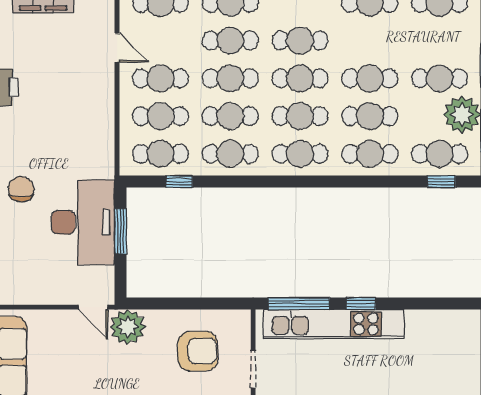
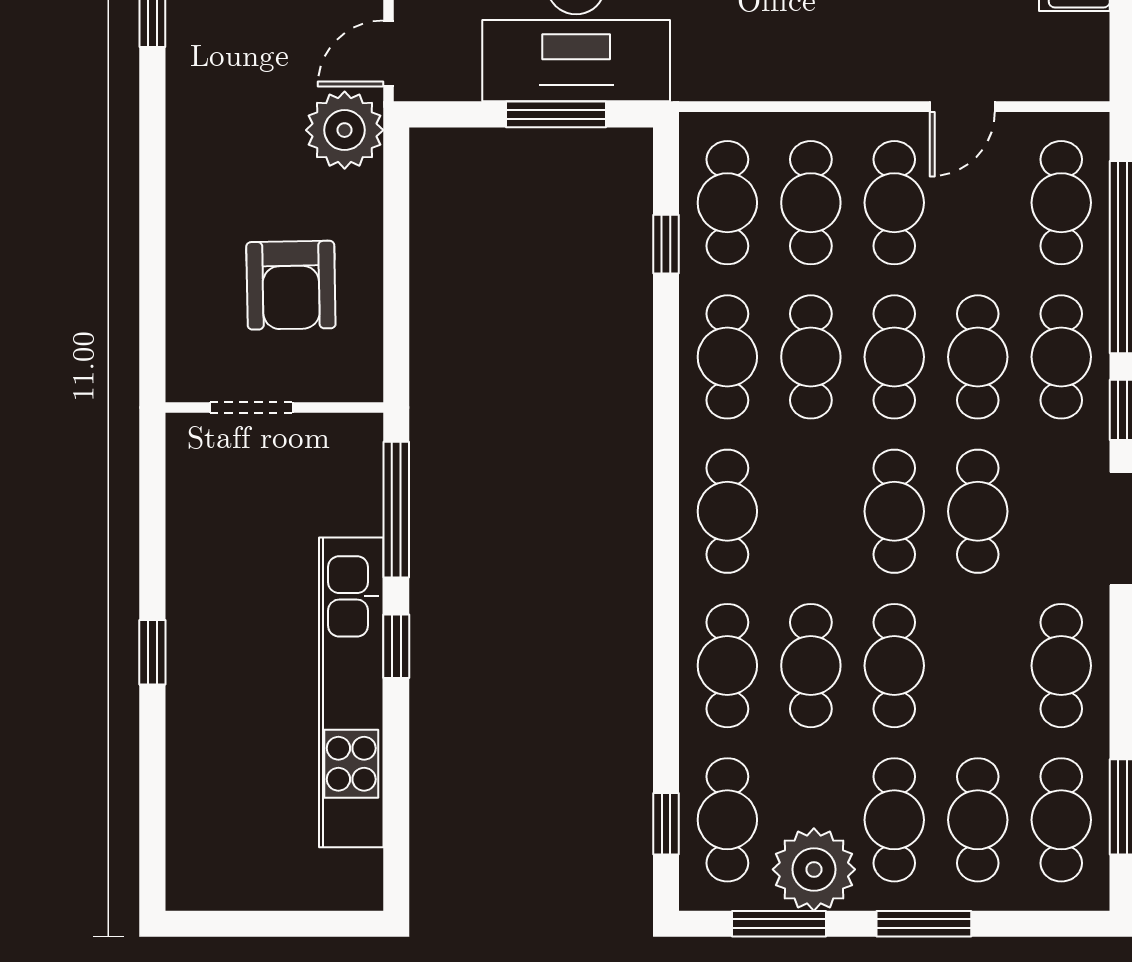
cafe table: (300, 116) -> (978, 820), moved
kitchen unit: (334, 324) -> (351, 692), moved

